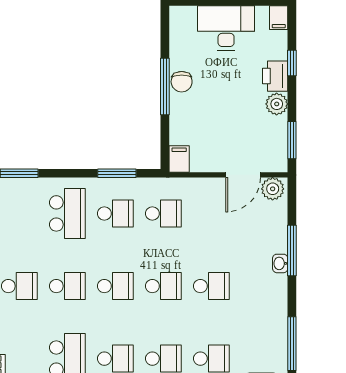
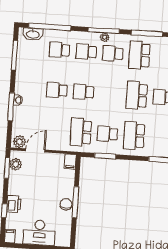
plant: (277, 104) -> (16, 164), moved
school desk: (163, 213) -> (81, 132), width x1.85
school desk: (67, 286) -> (137, 95), width x1.85
school desk: (115, 286) -> (110, 94), removed

